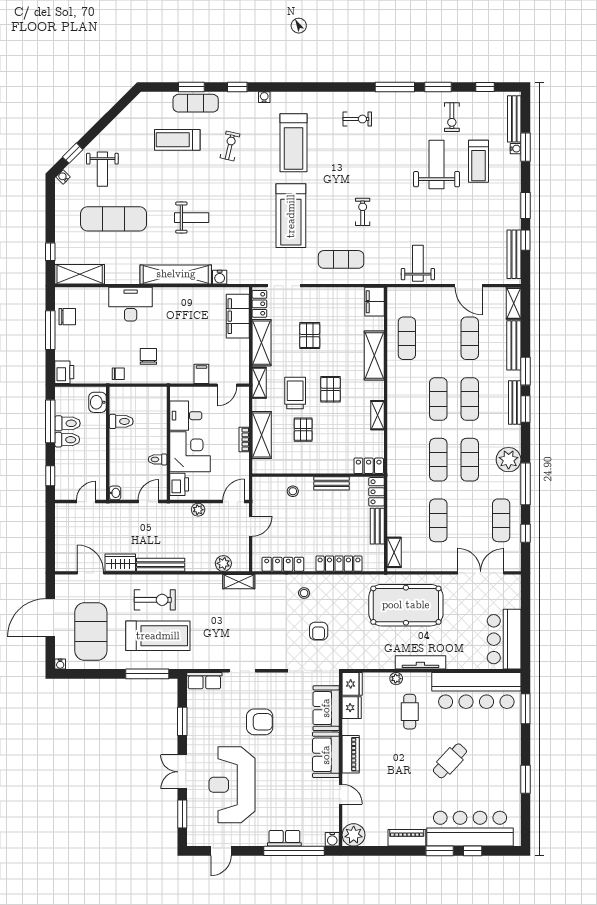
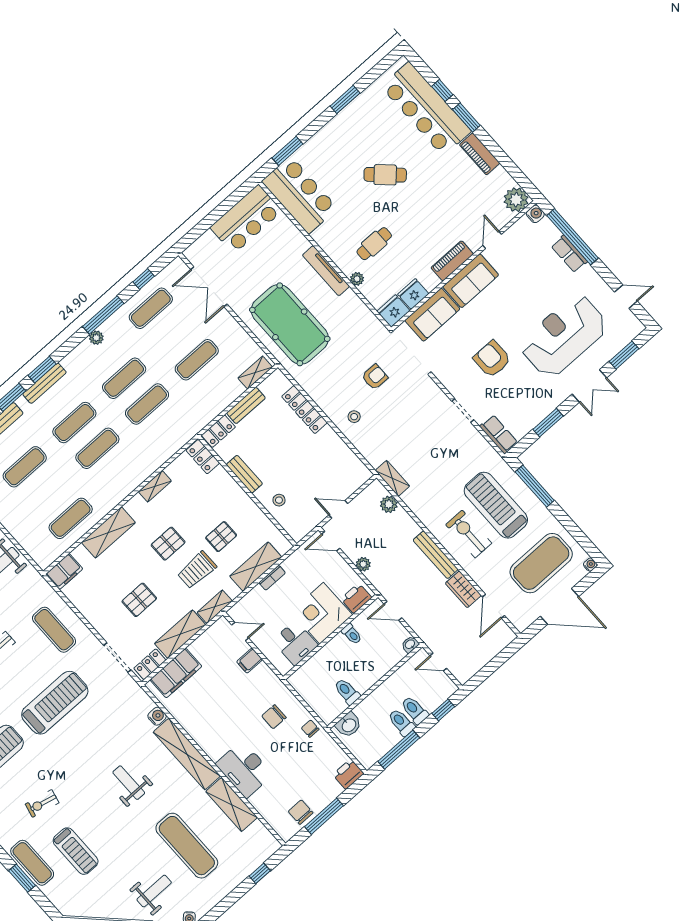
shelving: (80, 274) -> (232, 805), moved
toilet: (68, 423) -> (414, 710), moved
plant: (509, 460) -> (96, 338), width x0.53, depth x0.53
locker: (283, 564) -> (346, 455), removed
bar counter: (476, 690) -> (300, 195), width x0.73
reception desk: (232, 785) -> (564, 336), turned 180

